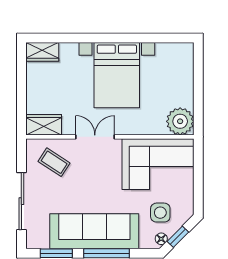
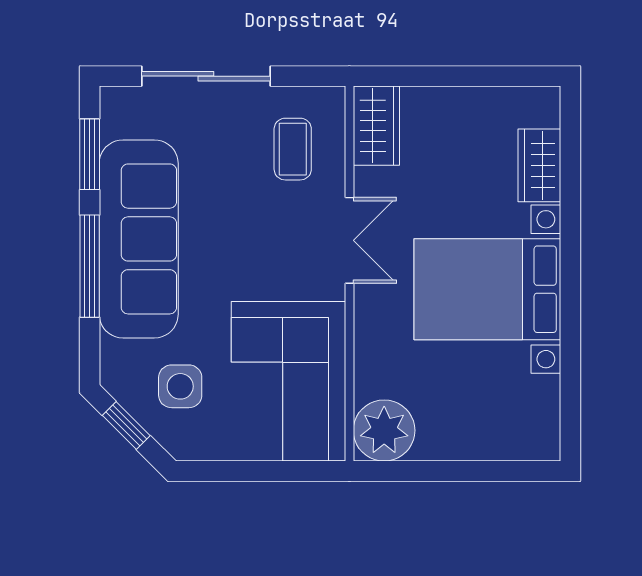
wardrobe: (42, 52) -> (539, 165), moved
coffee table: (54, 162) -> (293, 149), turned -33
floor lamp: (161, 239) -> (122, 388), removed

